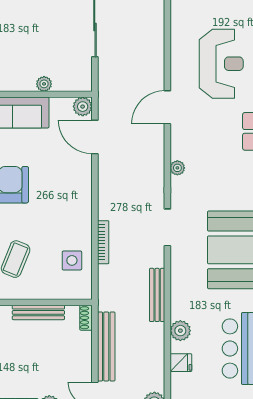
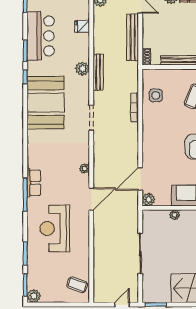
door: (95, 137) -> (140, 179), swing flipped
plant: (177, 168) -> (84, 168), moved
plant: (180, 331) -> (82, 69), moved

